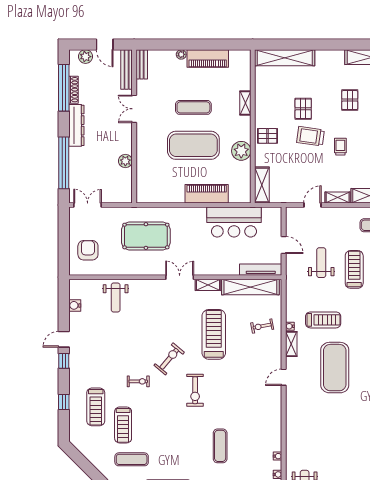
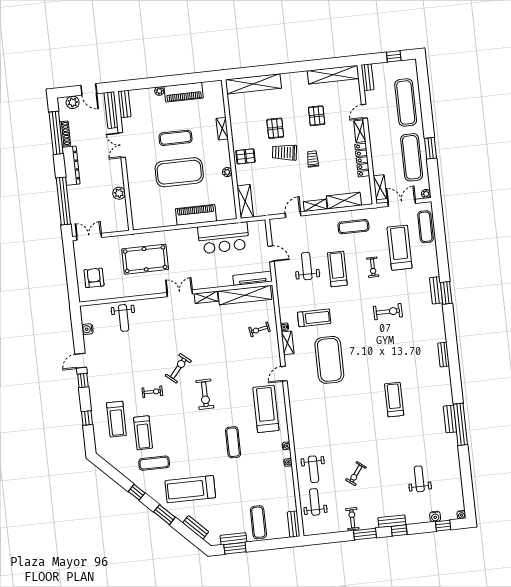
plant: (241, 151) -> (227, 172), width x0.53, depth x0.53
treadmill: (214, 334) -> (266, 409), moved

